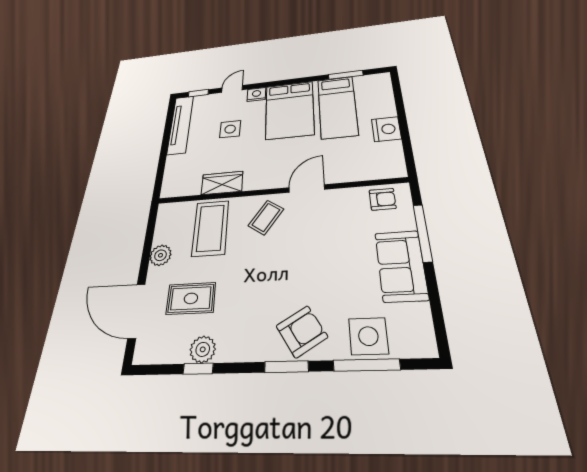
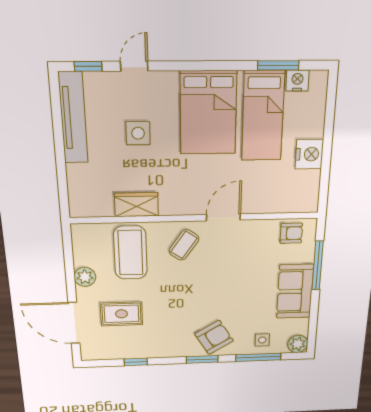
nightstand: (256, 94) -> (297, 81), moved
side table: (368, 336) -> (262, 340), width x0.54, depth x0.54
plant: (203, 349) -> (298, 344), moved

